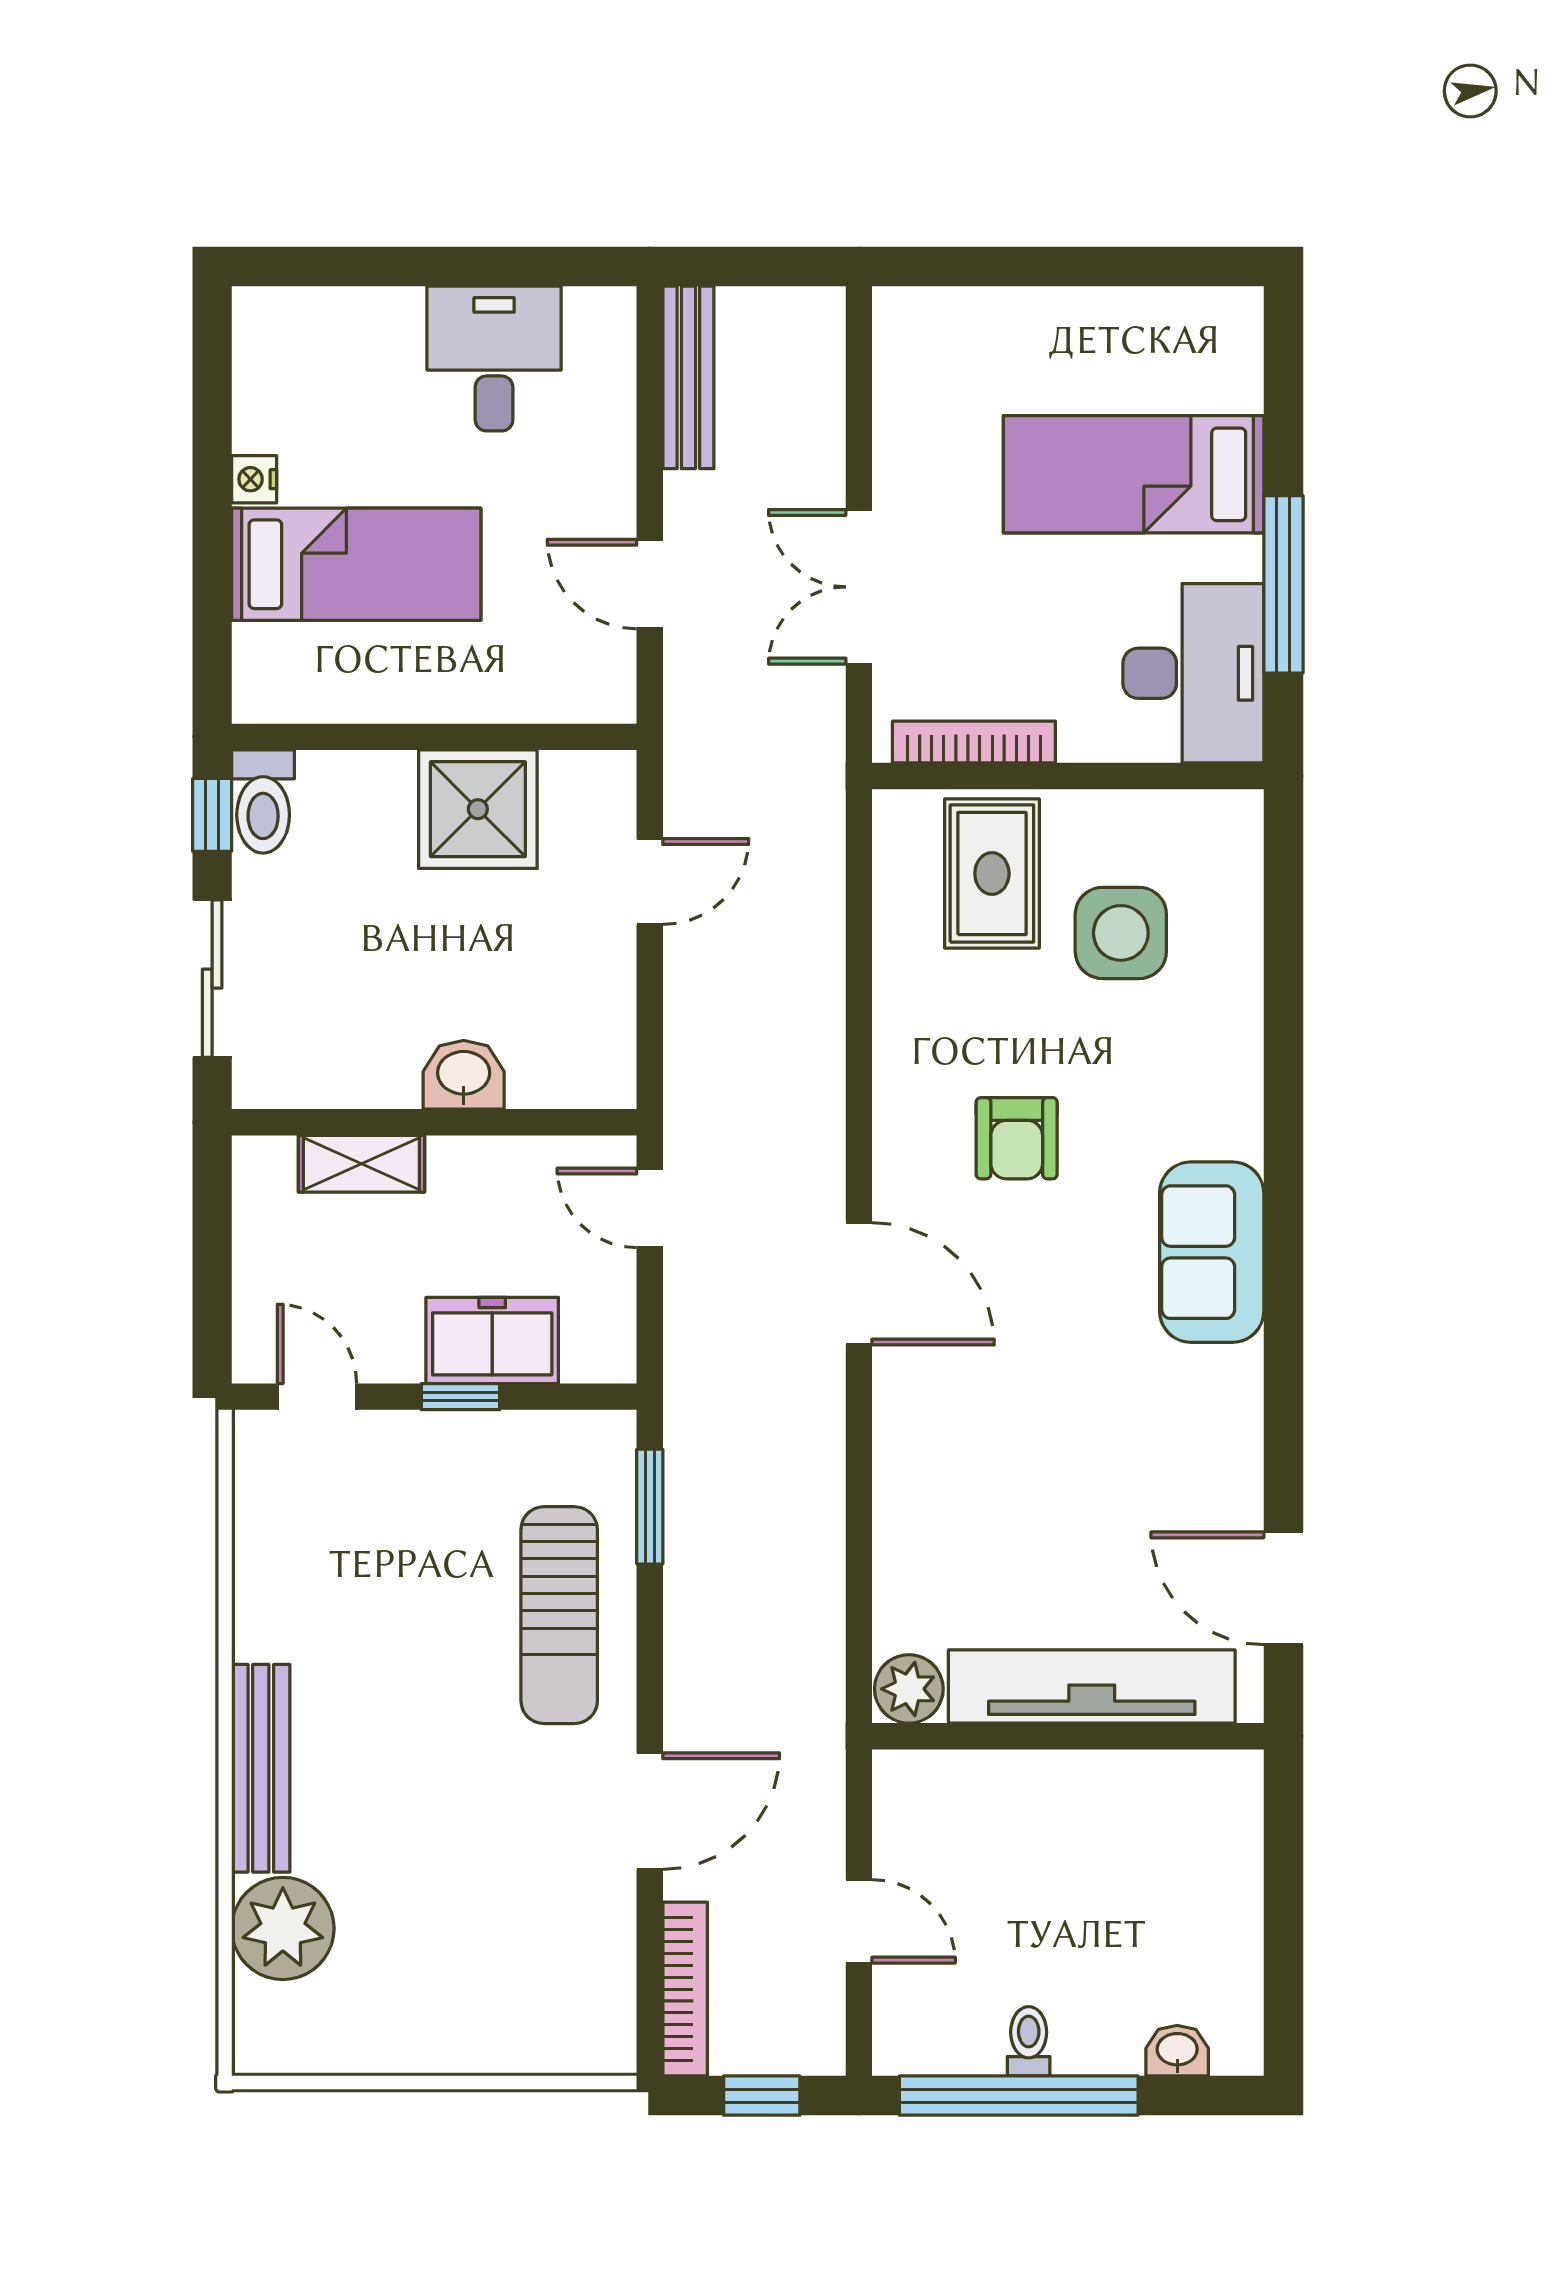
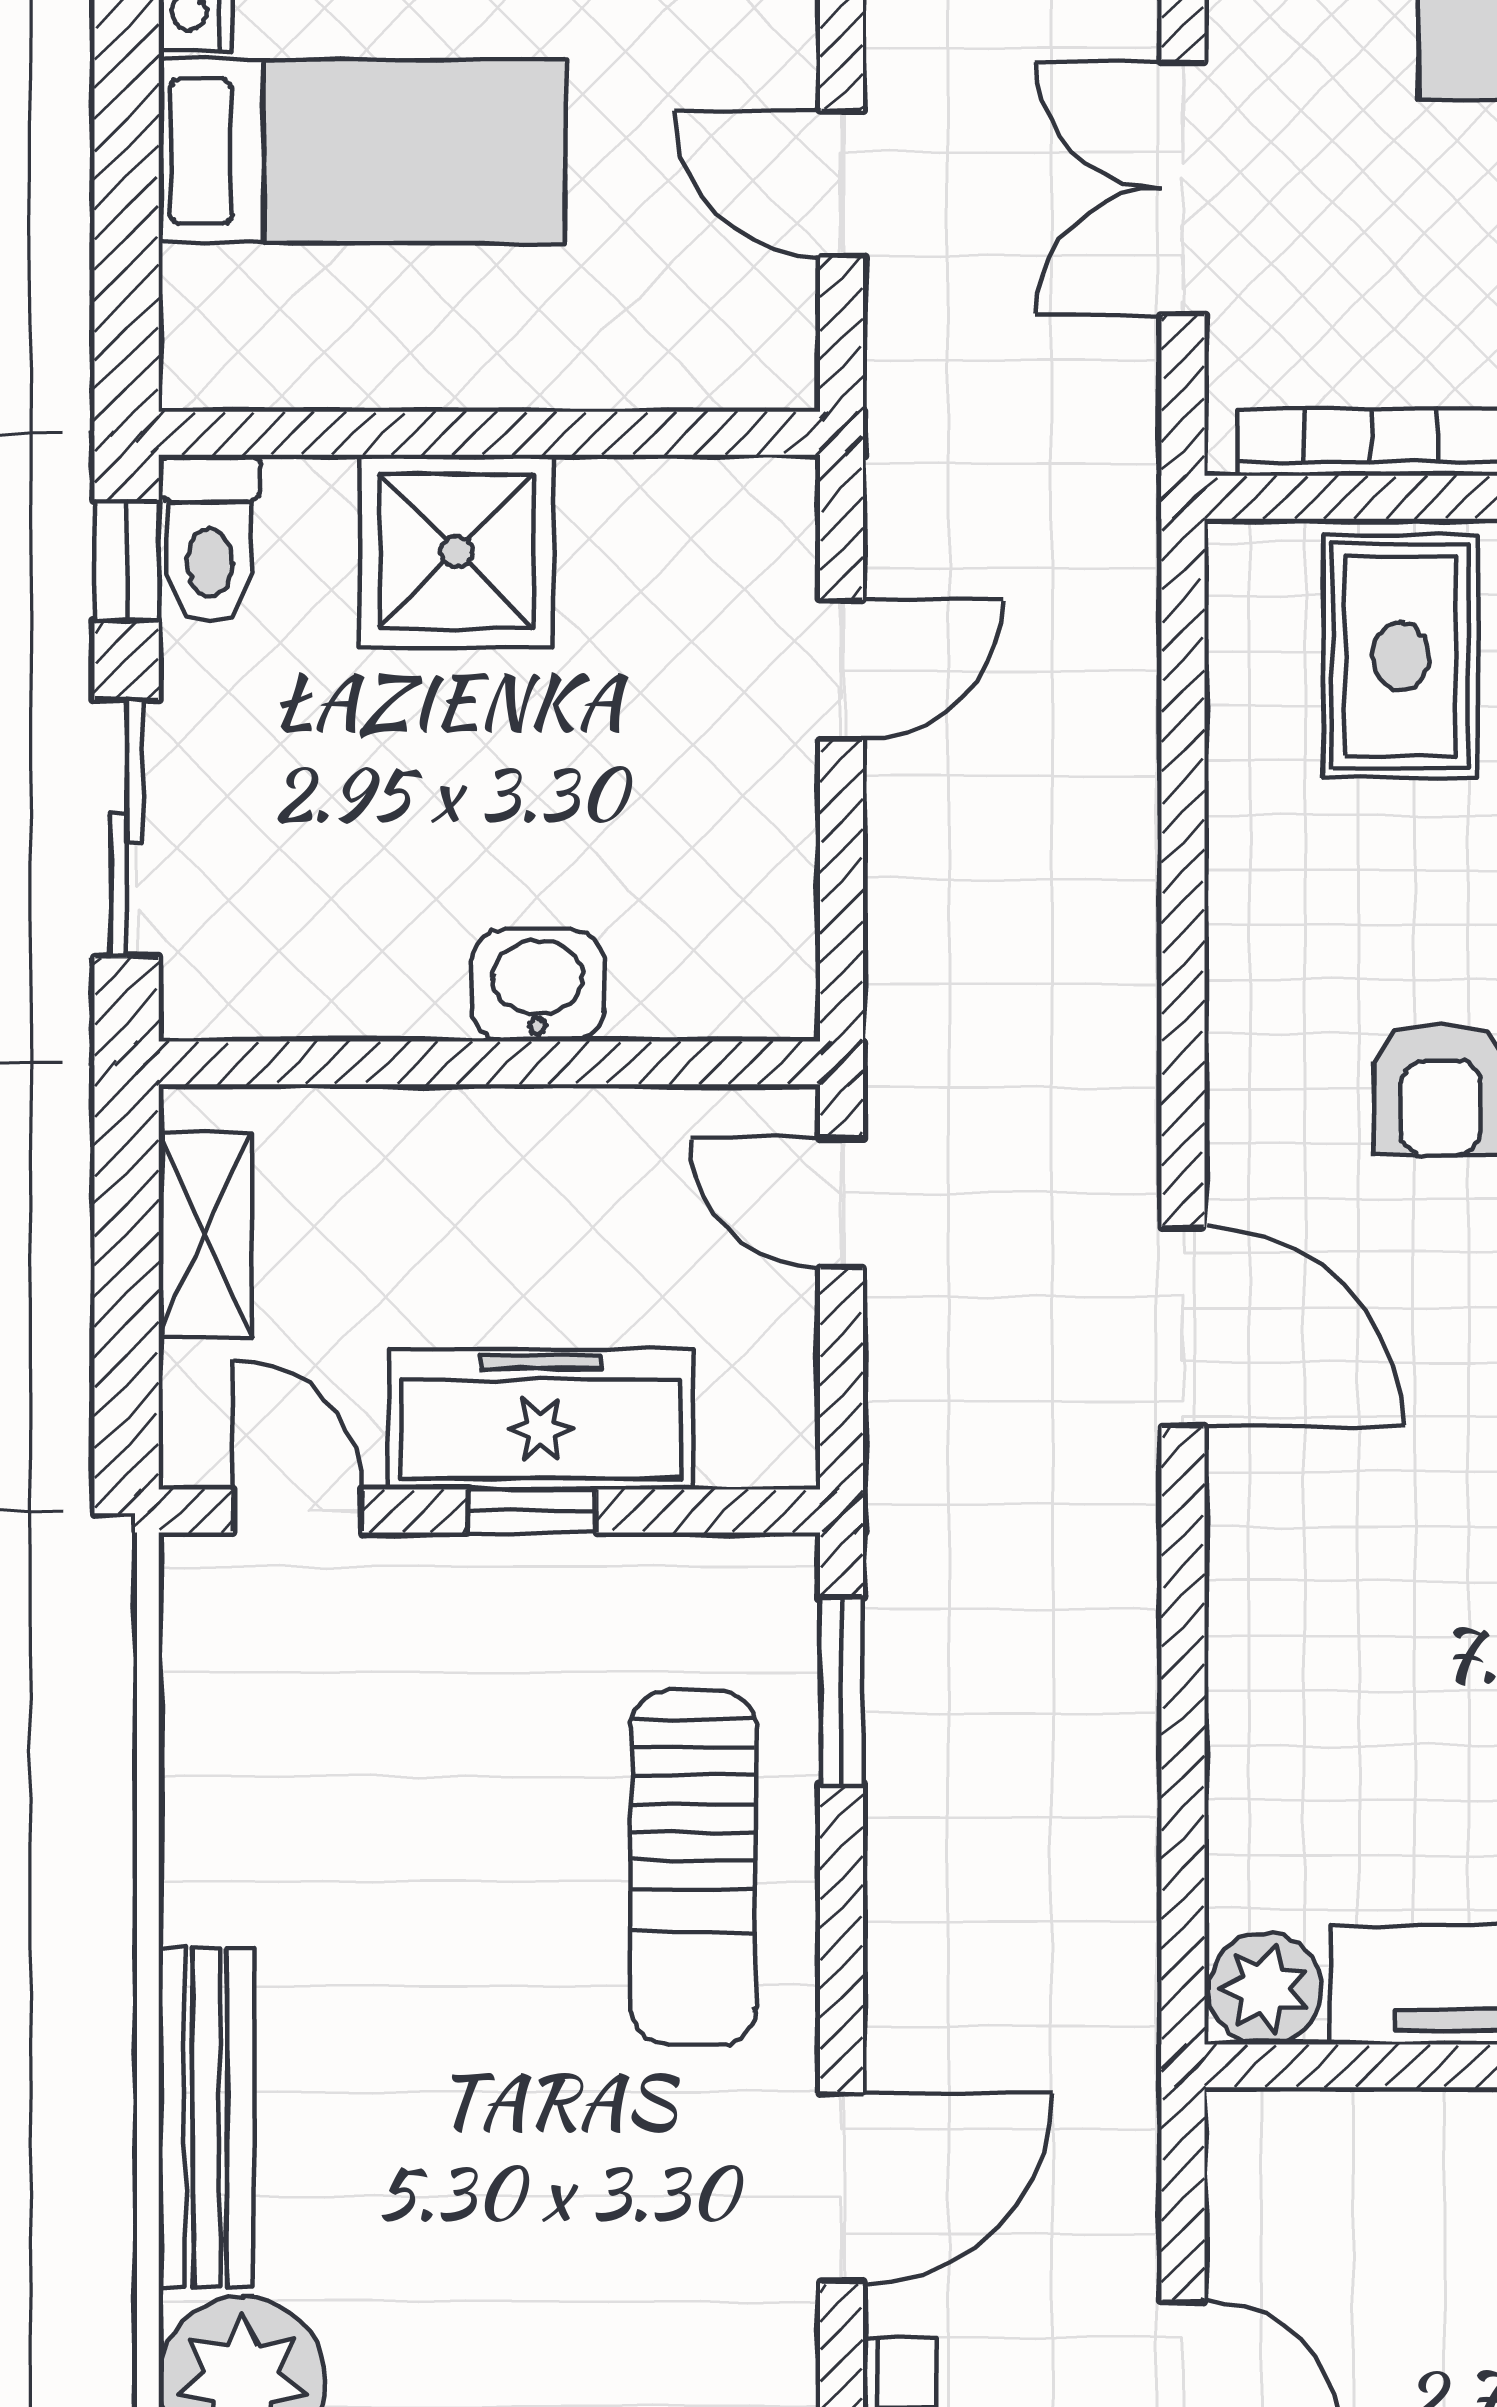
shower: (478, 809) -> (457, 551), moved
shelving: (361, 1164) -> (205, 1235), moved, turned 90
freezer: (492, 1340) -> (541, 1419), width x1.40

